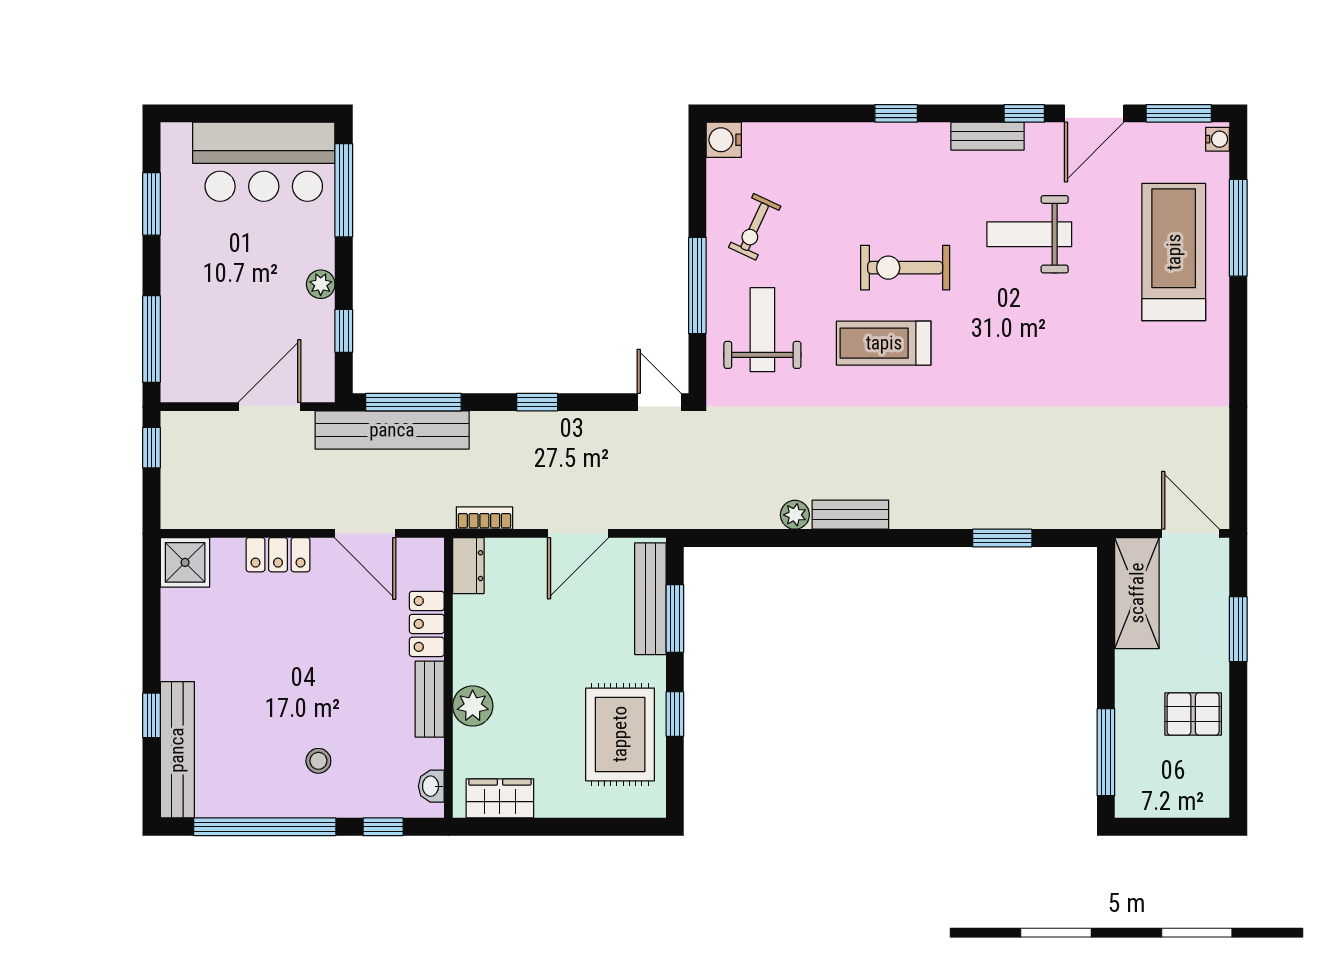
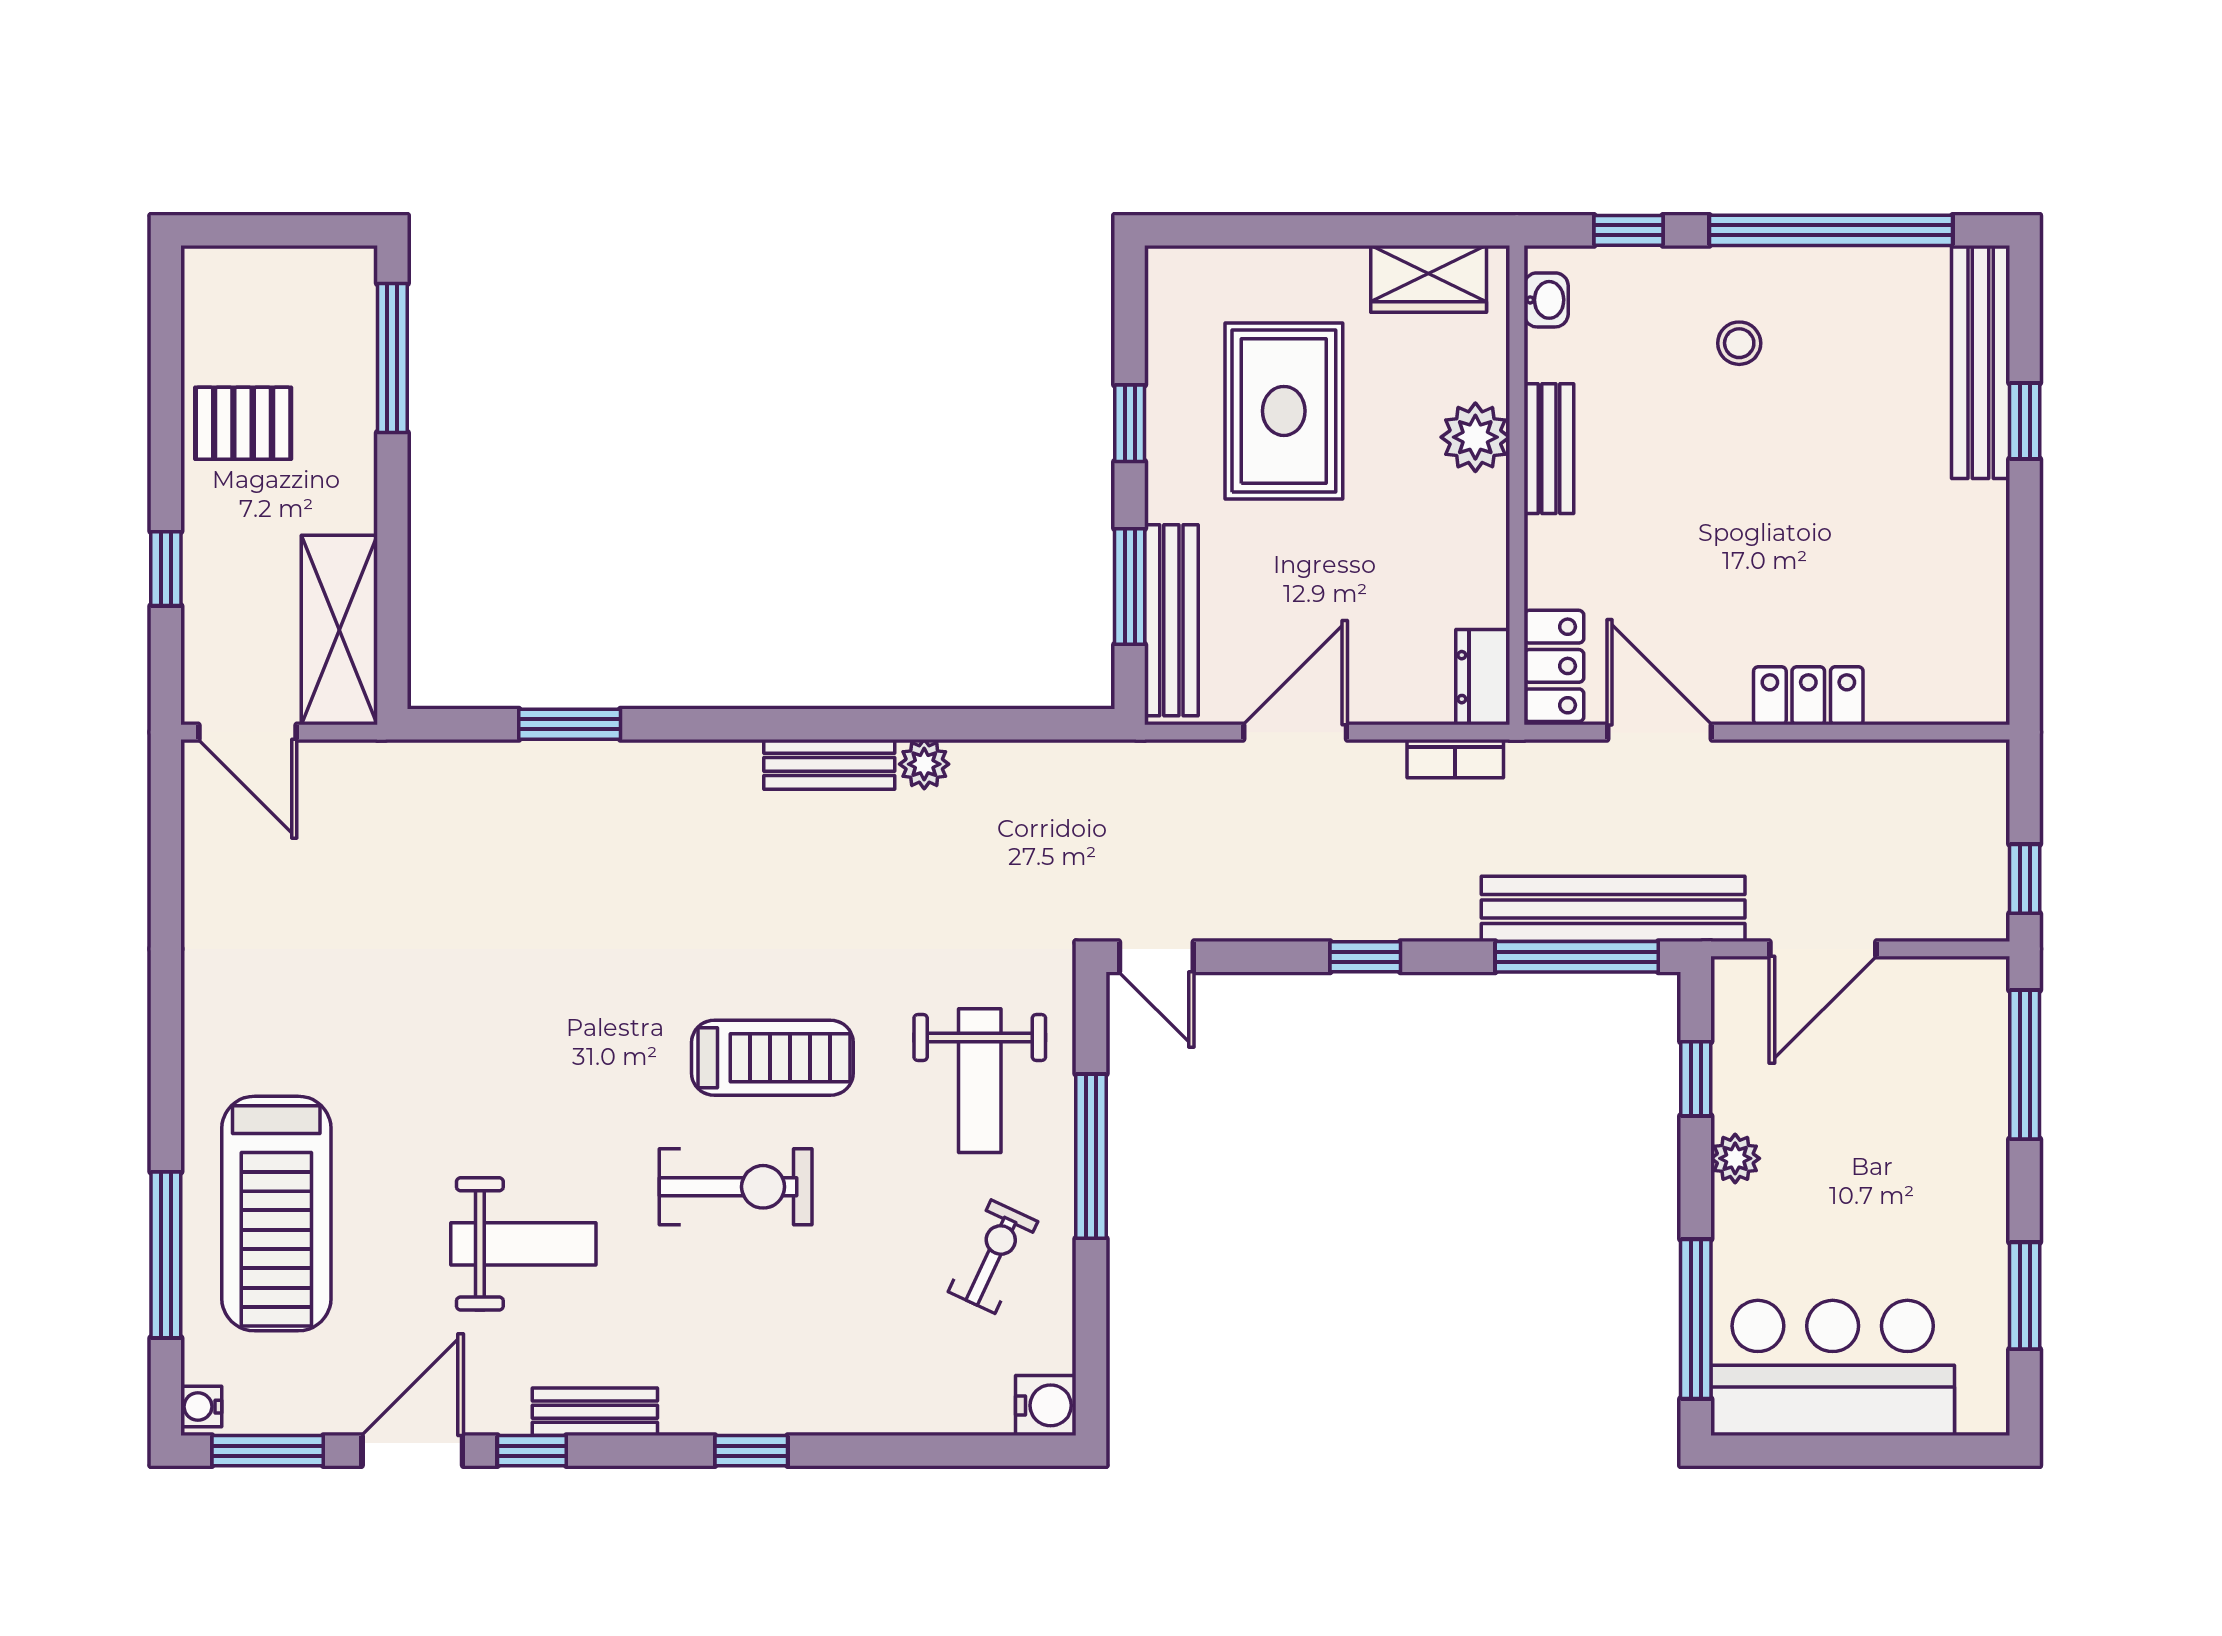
shower: (185, 562) -> (1967, 683), removed
locker: (427, 624) -> (1554, 666), moved
window: (1238, 629) -> (166, 569), width x0.67
rug: (620, 734) -> (1284, 411), moved

